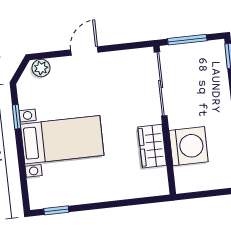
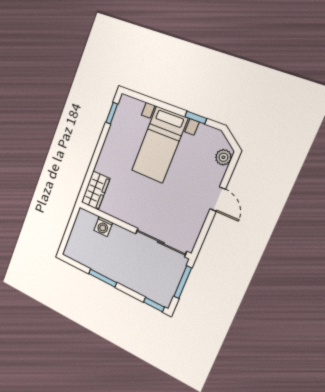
wardrobe: (152, 146) -> (96, 191), moved, turned 90
washing machine: (189, 146) -> (103, 226), width x0.53, depth x0.53

